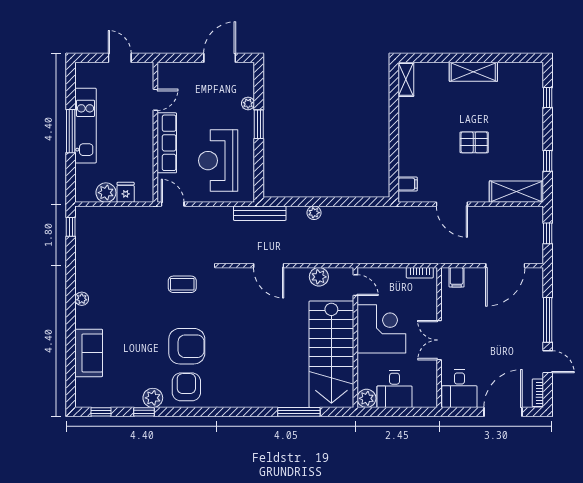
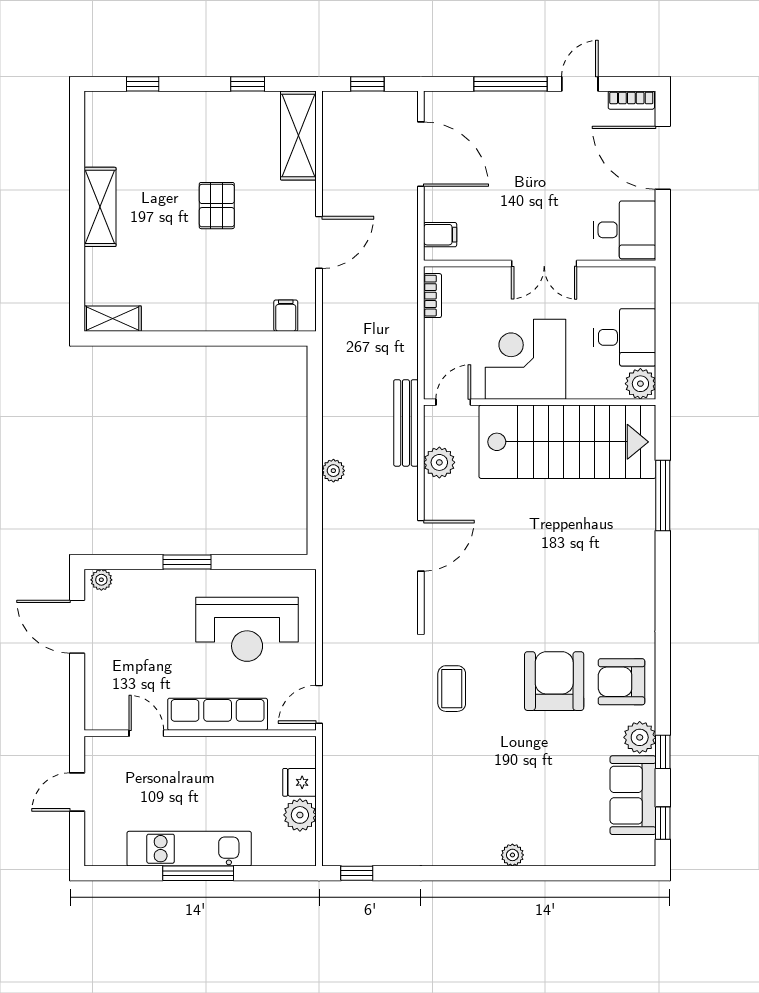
plant: (248, 103) -> (101, 580), moved
bench: (260, 213) -> (406, 423), moved
plant: (82, 299) -> (512, 855), moved
sofa: (89, 353) -> (633, 795), moved, turned -90

